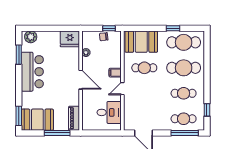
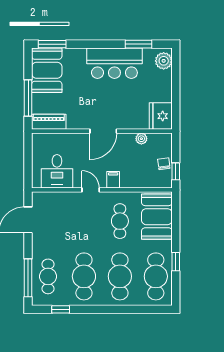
cafe table: (184, 93) -> (84, 276), width x1.37, depth x1.35

